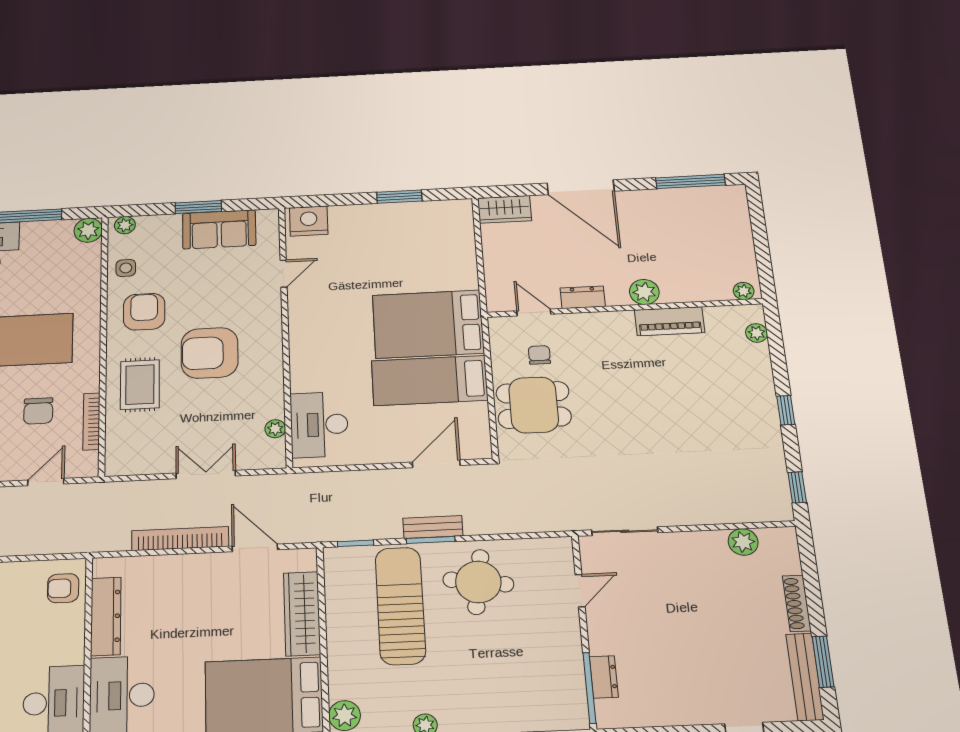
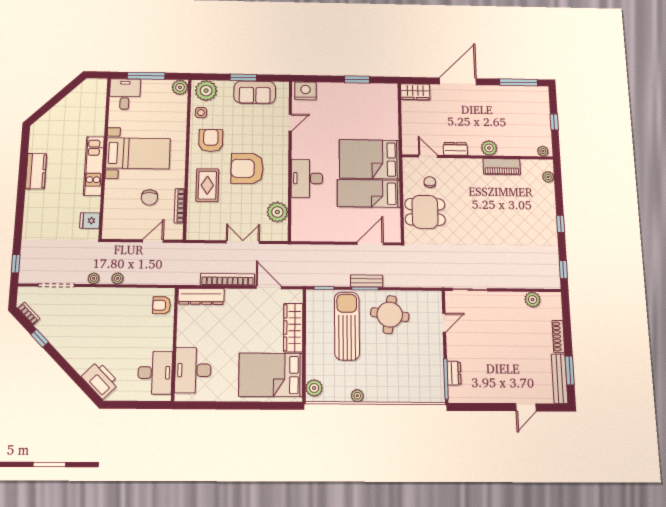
door: (581, 187) -> (458, 81), swing flipped
plant: (125, 225) -> (206, 91), width x1.88, depth x1.88
window: (761, 241) -> (554, 122), added
desk: (319, 425) -> (307, 178), moved
plant: (275, 429) -> (277, 212), width x1.88, depth x1.88
dresser: (106, 616) -> (201, 296), moved, turned 90

